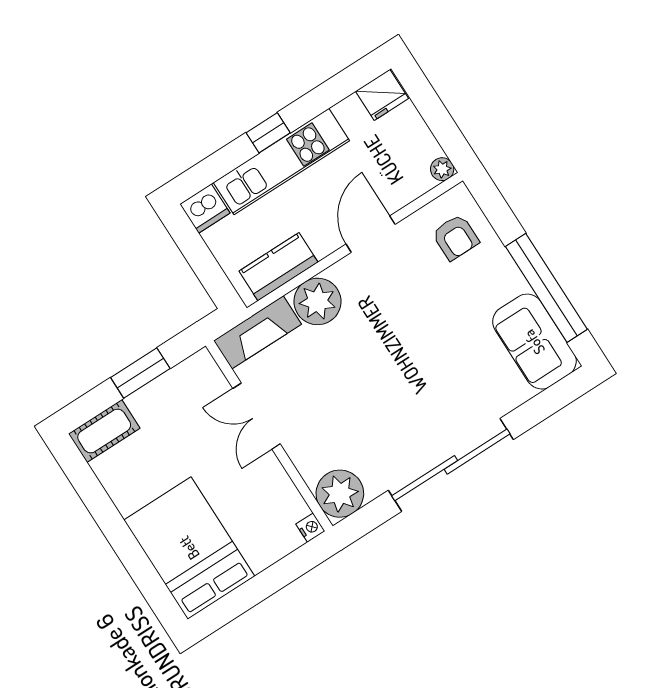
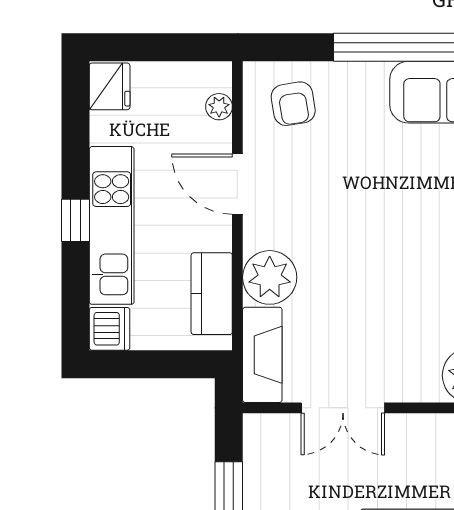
plant: (442, 169) -> (219, 107), moved
armchair: (456, 237) -> (293, 104), turned 81

